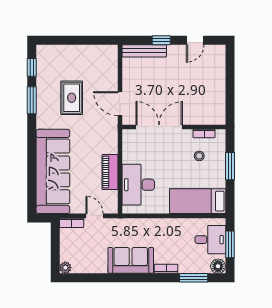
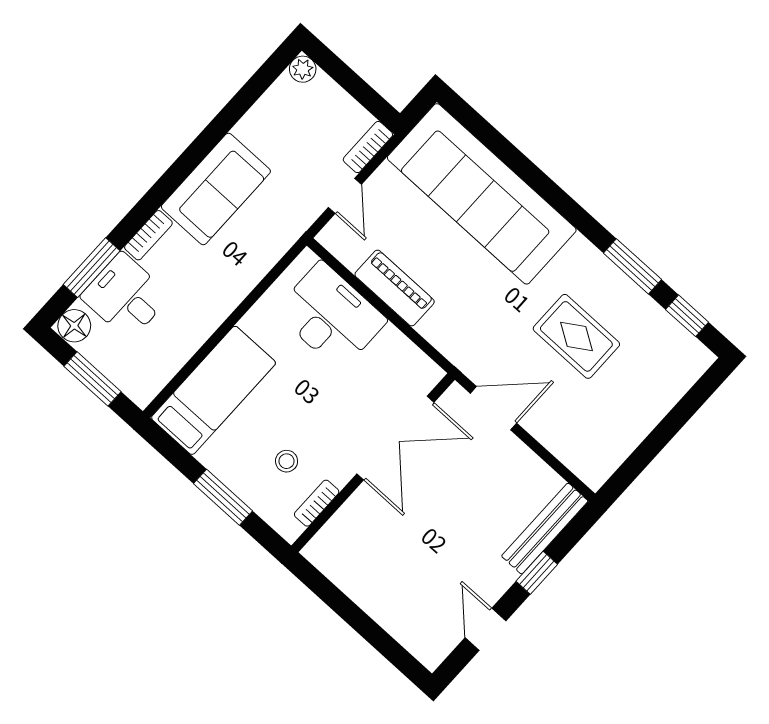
door: (94, 216) -> (345, 196), hinge flipped
desk: (210, 240) -> (125, 296), moved, turned 90

